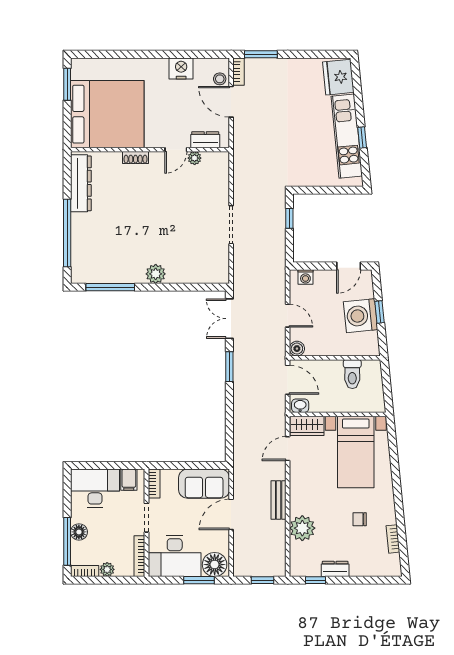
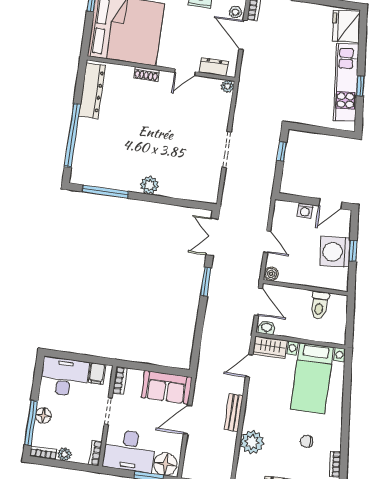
plant: (195, 158) -> (228, 86), moved
washing machine: (305, 277) -> (305, 211), moved
bookcase: (139, 556) -> (96, 453), width x0.64

